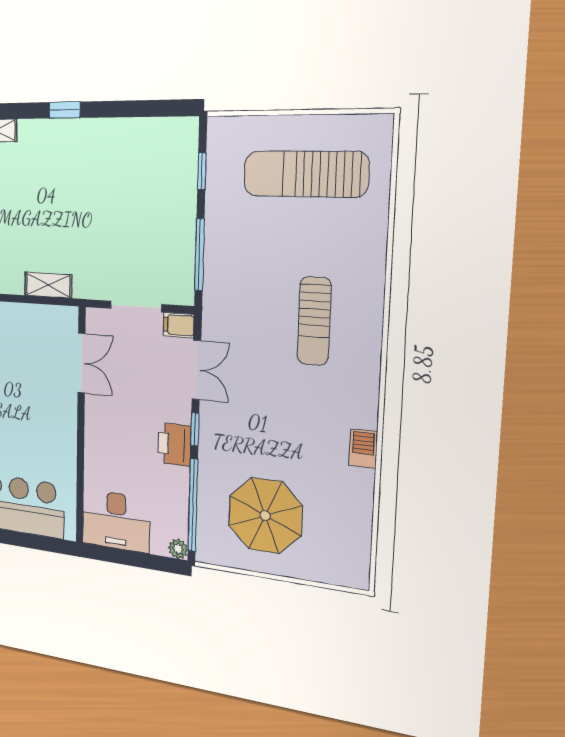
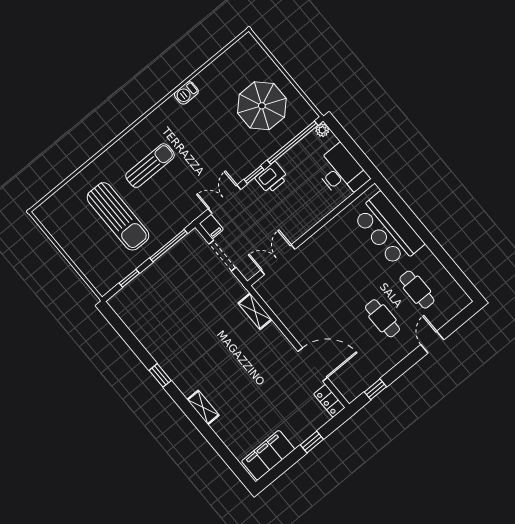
sun lounger: (305, 174) -> (118, 216), moved

